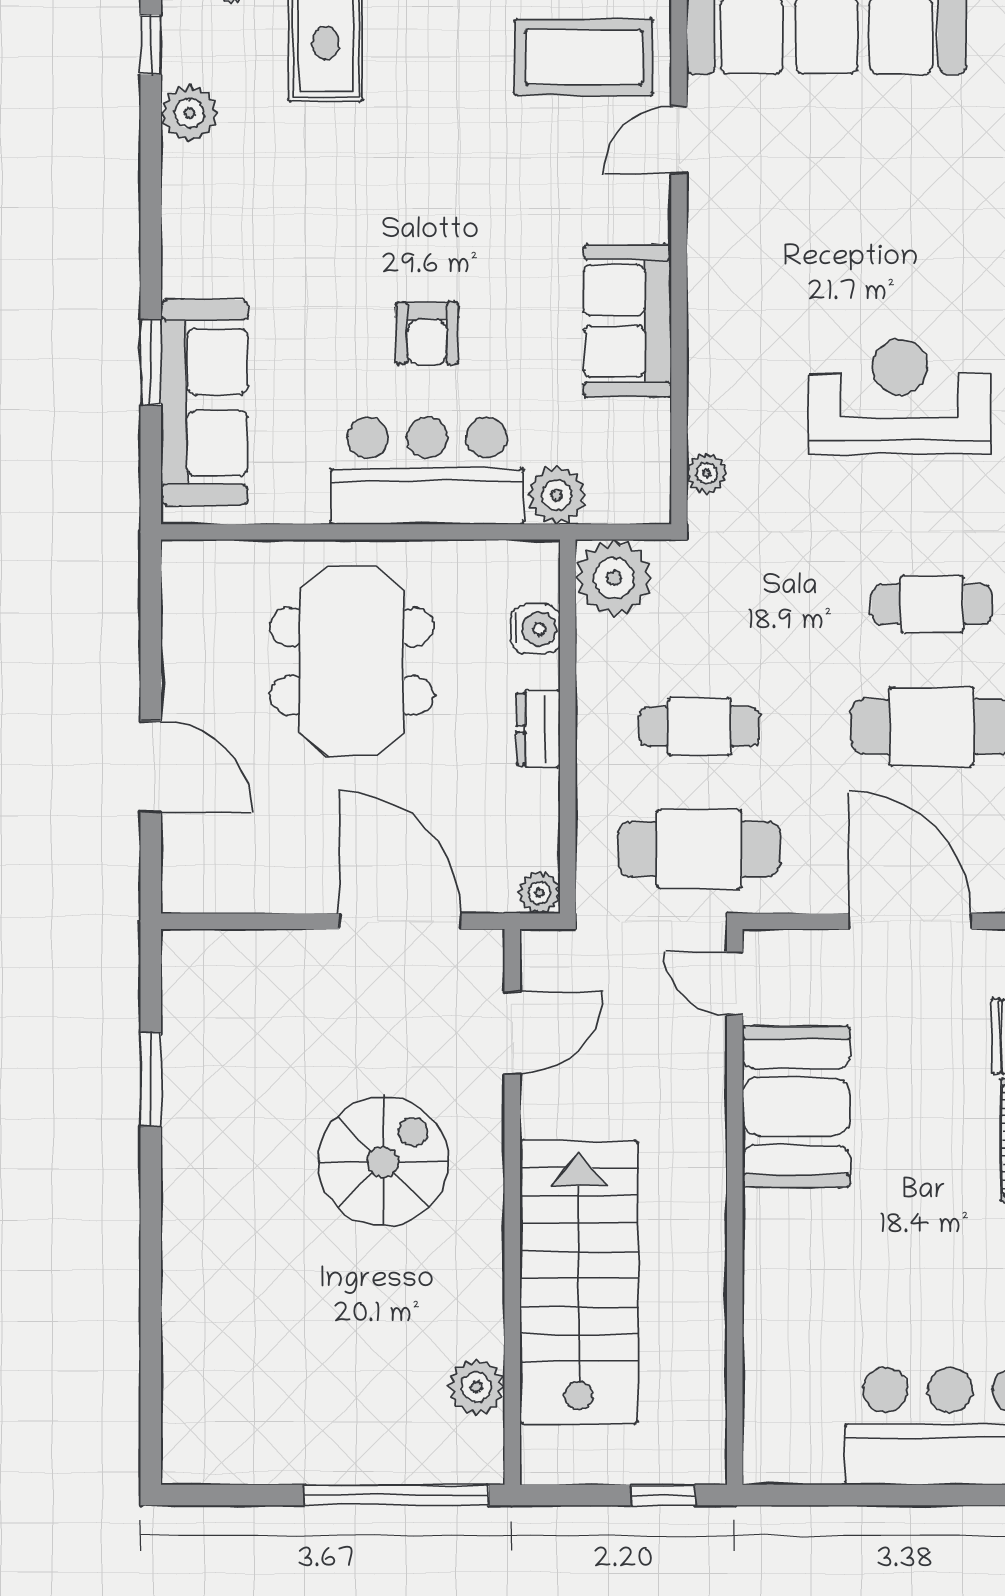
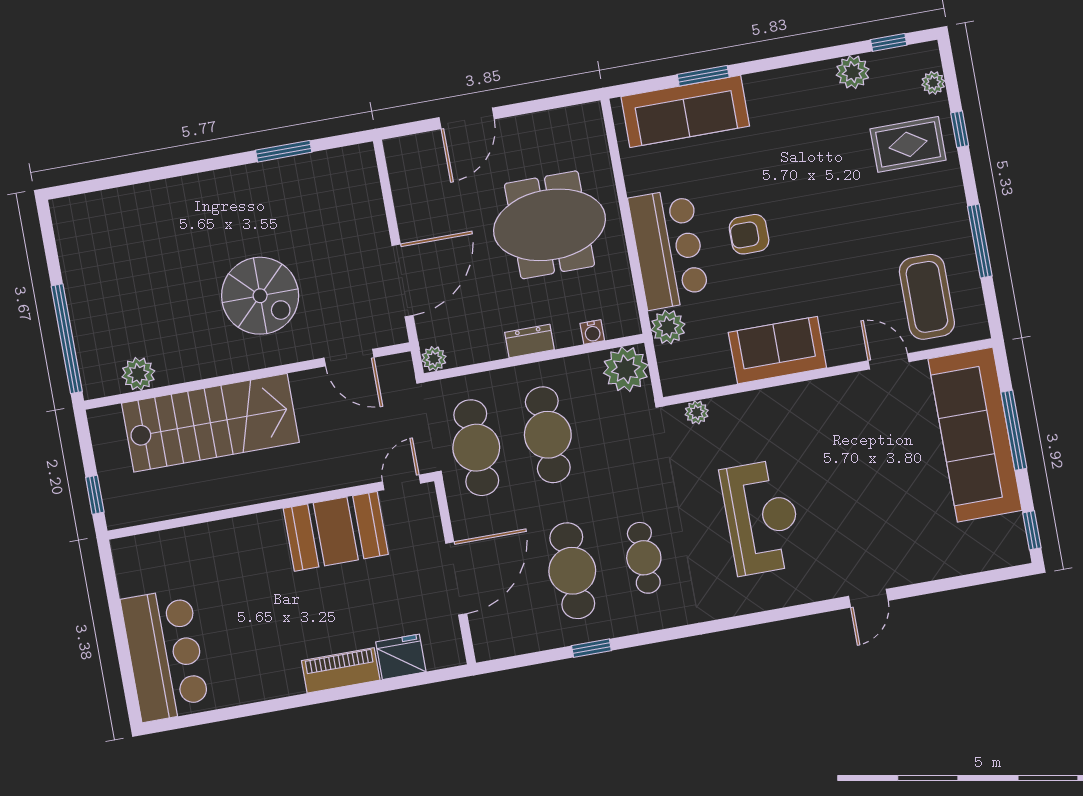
water cooler: (535, 629) -> (592, 332), width x0.72, depth x0.72
cafe table: (699, 727) -> (548, 435), width x1.37, depth x1.35

